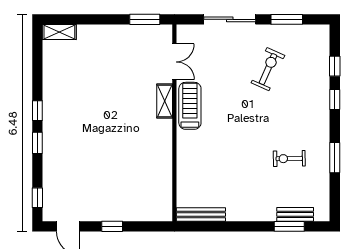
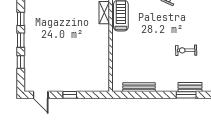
window: (37, 198) -> (21, 62), moved
bench: (201, 215) -> (139, 87), moved

